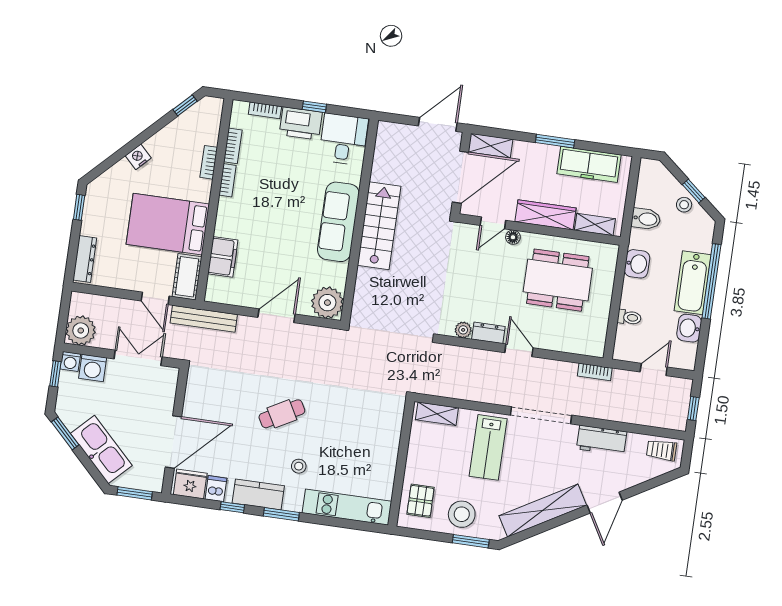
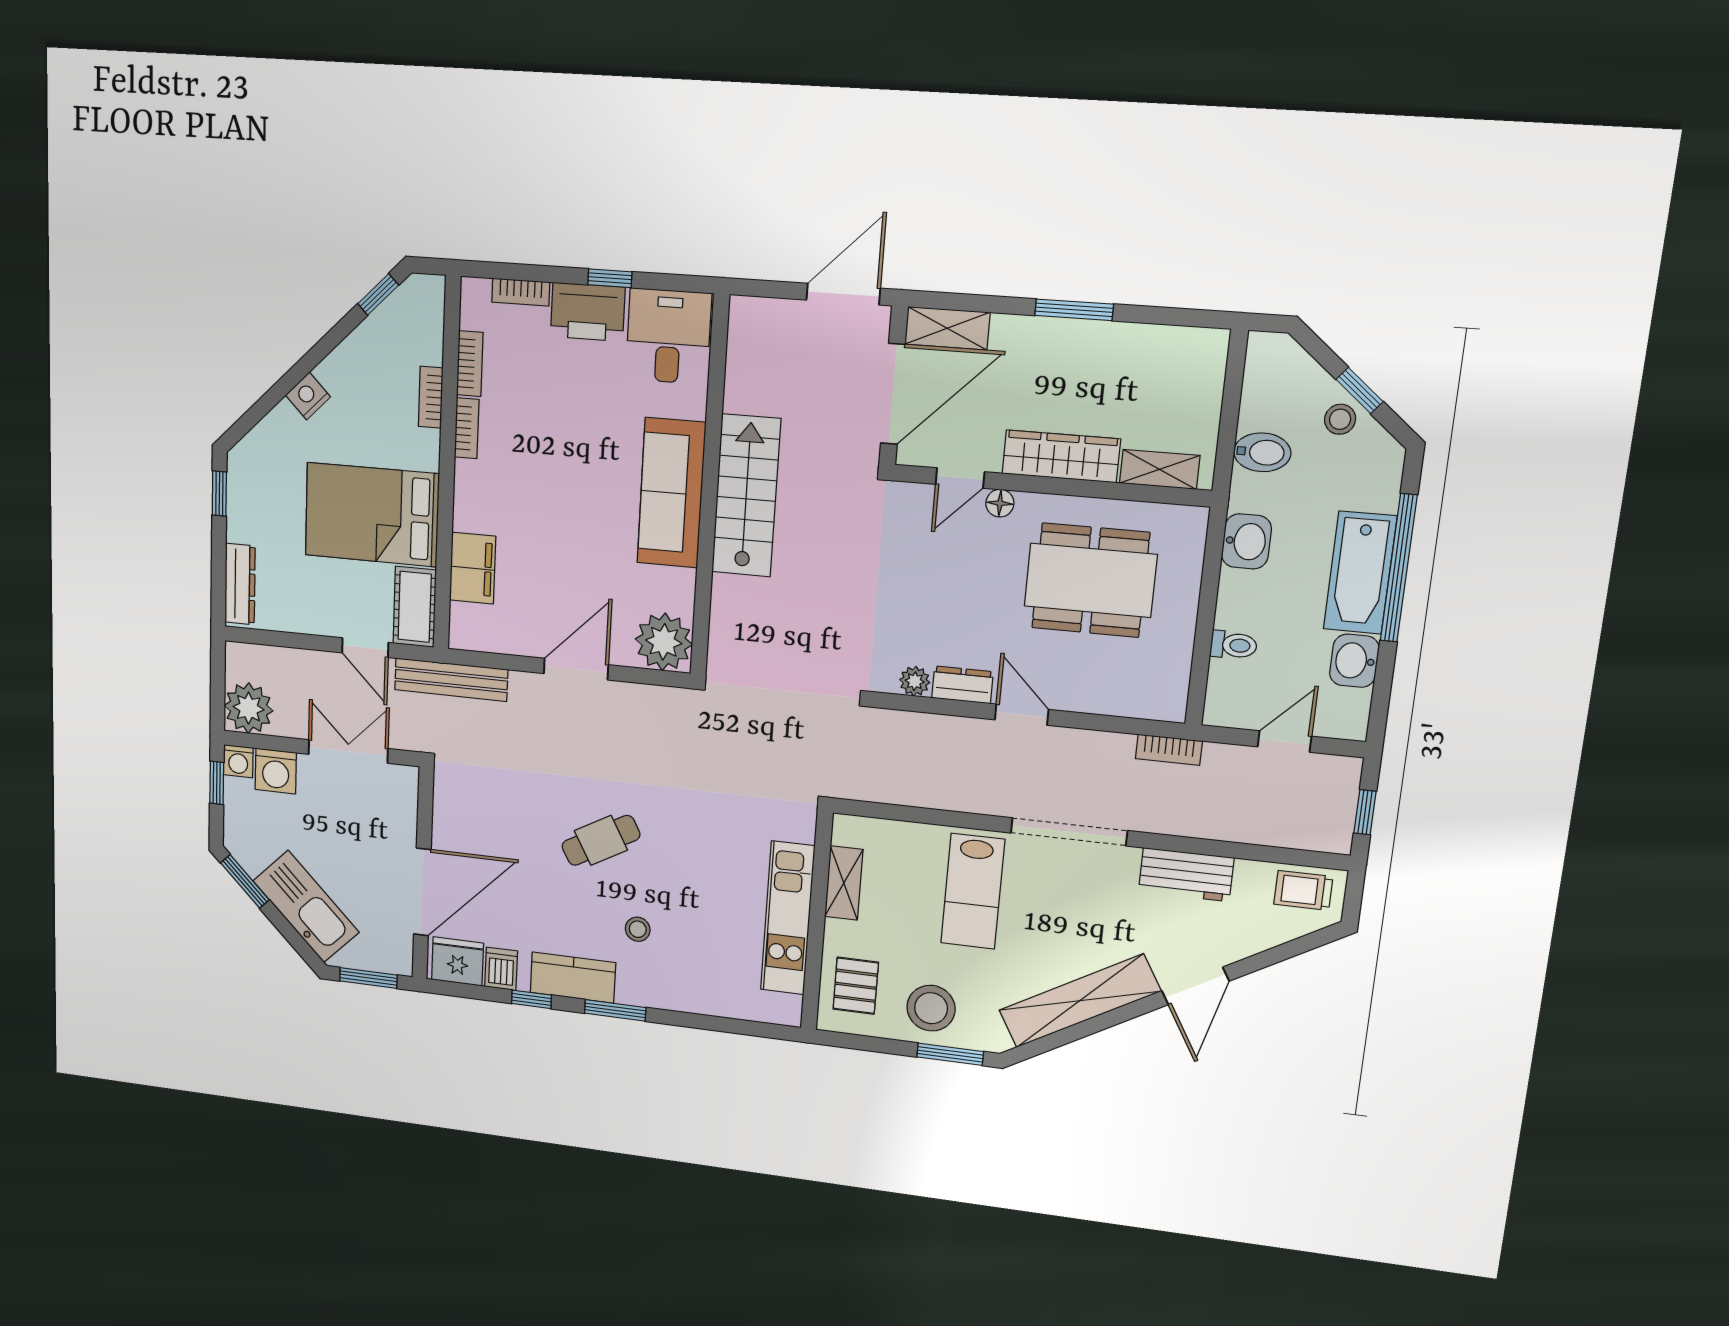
freezer: (589, 164) -> (1144, 351), removed
shelving: (437, 414) -> (844, 883), moved, turned 90
kitchen unit: (347, 507) -> (788, 918), moved, turned -90

